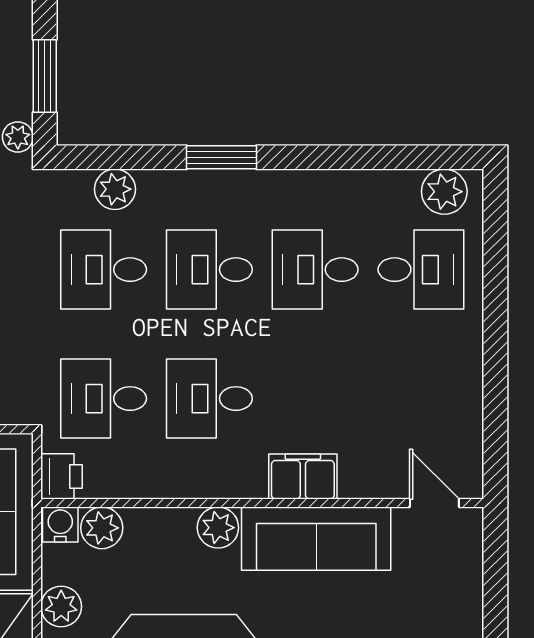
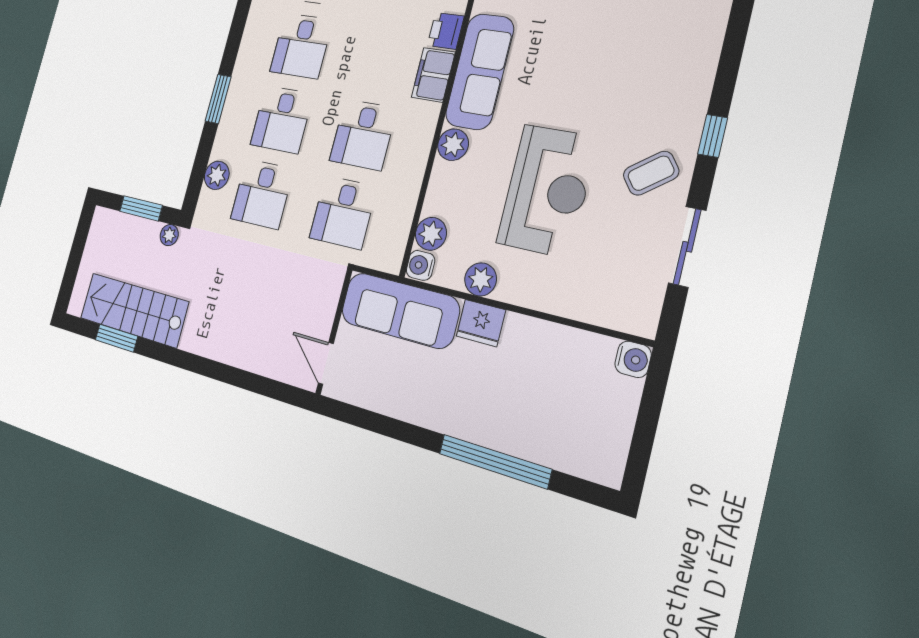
printer: (61, 476) -> (446, 31), moved, turned -90

